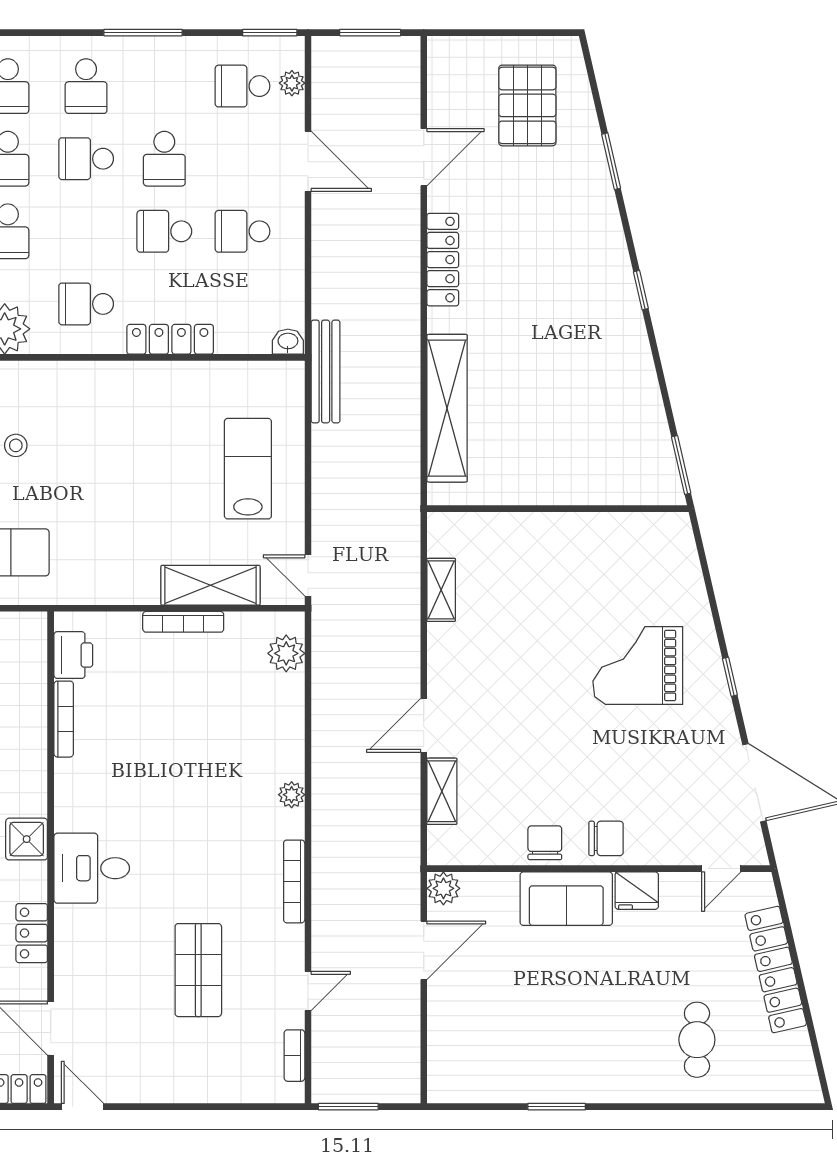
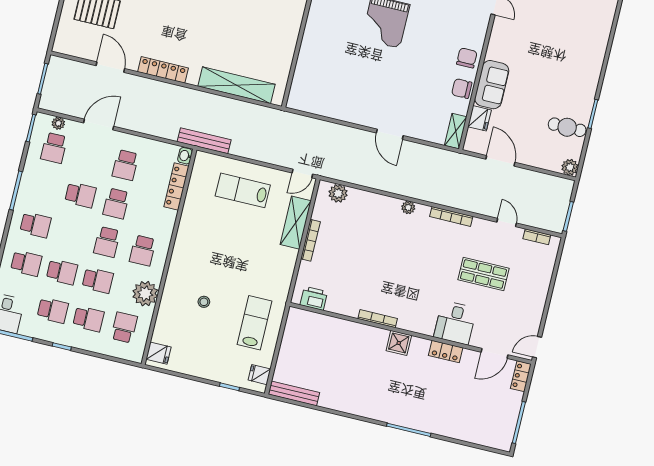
school desk: (86, 159) -> (107, 242), moved
locker: (170, 339) -> (176, 186), moved
shelving: (441, 590) -> (325, 110), removed
bookcase: (64, 719) -> (378, 319), moved
shelving: (442, 791) -> (456, 131), moved, turned 90
desk: (92, 868) -> (455, 323), moved
plant: (443, 888) -> (570, 167), moved
fridge: (637, 891) -> (480, 118), moved
cafe table: (697, 1040) -> (567, 127), moved

